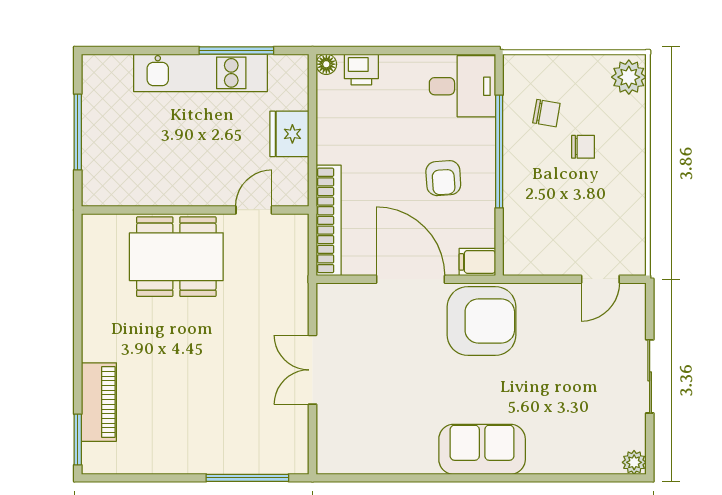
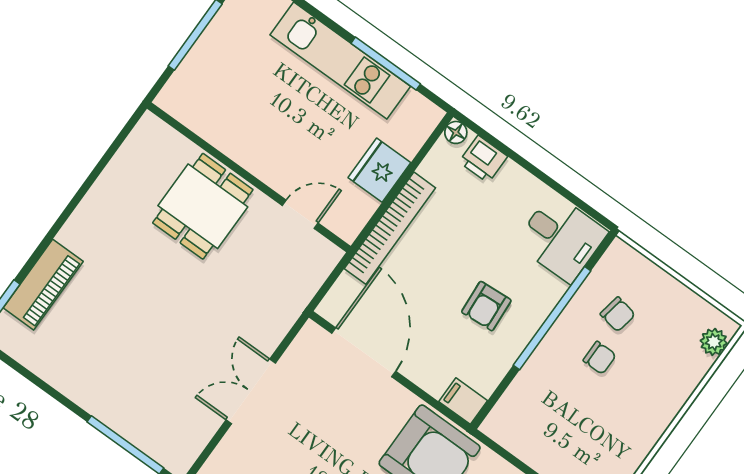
plant: (629, 77) -> (714, 342), width x0.73, depth x0.73
chair: (583, 147) -> (600, 358), moved
bookcase: (329, 220) -> (390, 228), moved
dining table: (176, 257) -> (203, 206), width x0.73
door: (410, 279) -> (364, 352), moved

